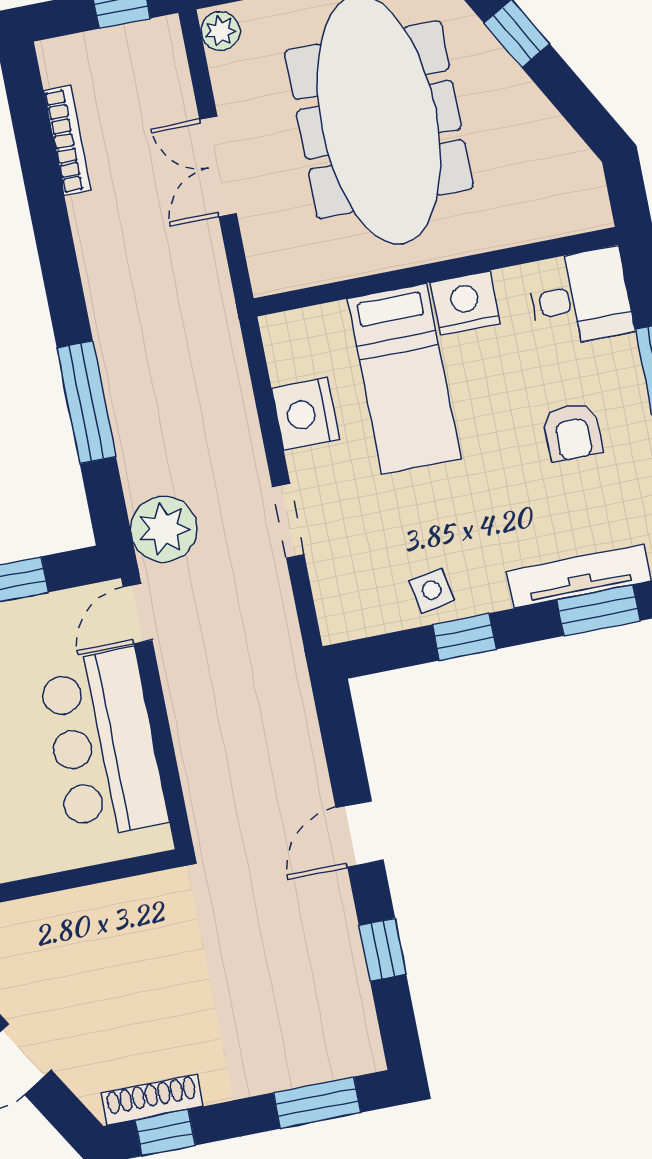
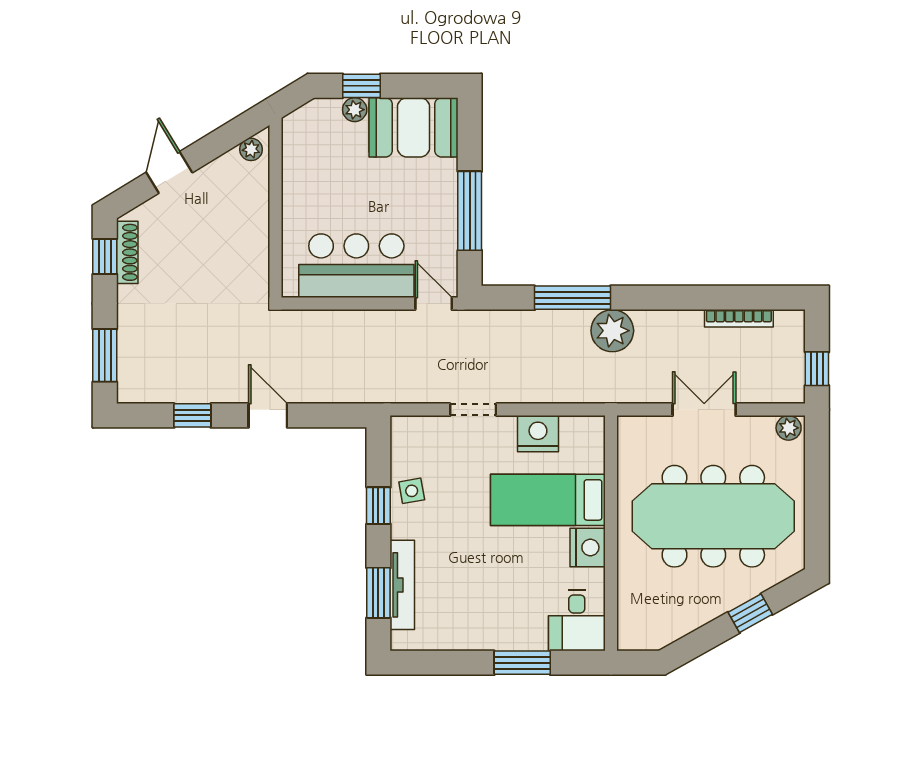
armchair: (572, 432) -> (494, 599), removed
plant: (164, 529) -> (612, 331), moved

